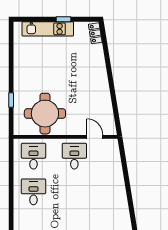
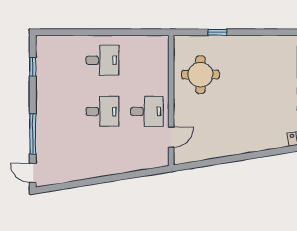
round table: (45, 114) -> (200, 75), width x0.73, depth x0.73
desk: (33, 156) -> (102, 111), moved

